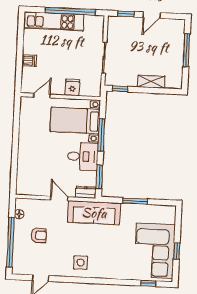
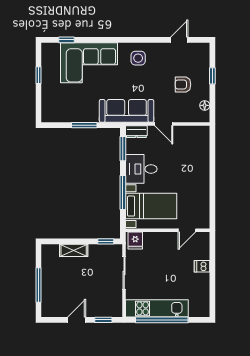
kitchen unit: (54, 21) -> (157, 308), moved
fridge: (72, 87) -> (135, 240), moved
window: (10, 242) -> (212, 76), width x0.32
corner sofa: (155, 251) -> (89, 63), moved, turned 90

